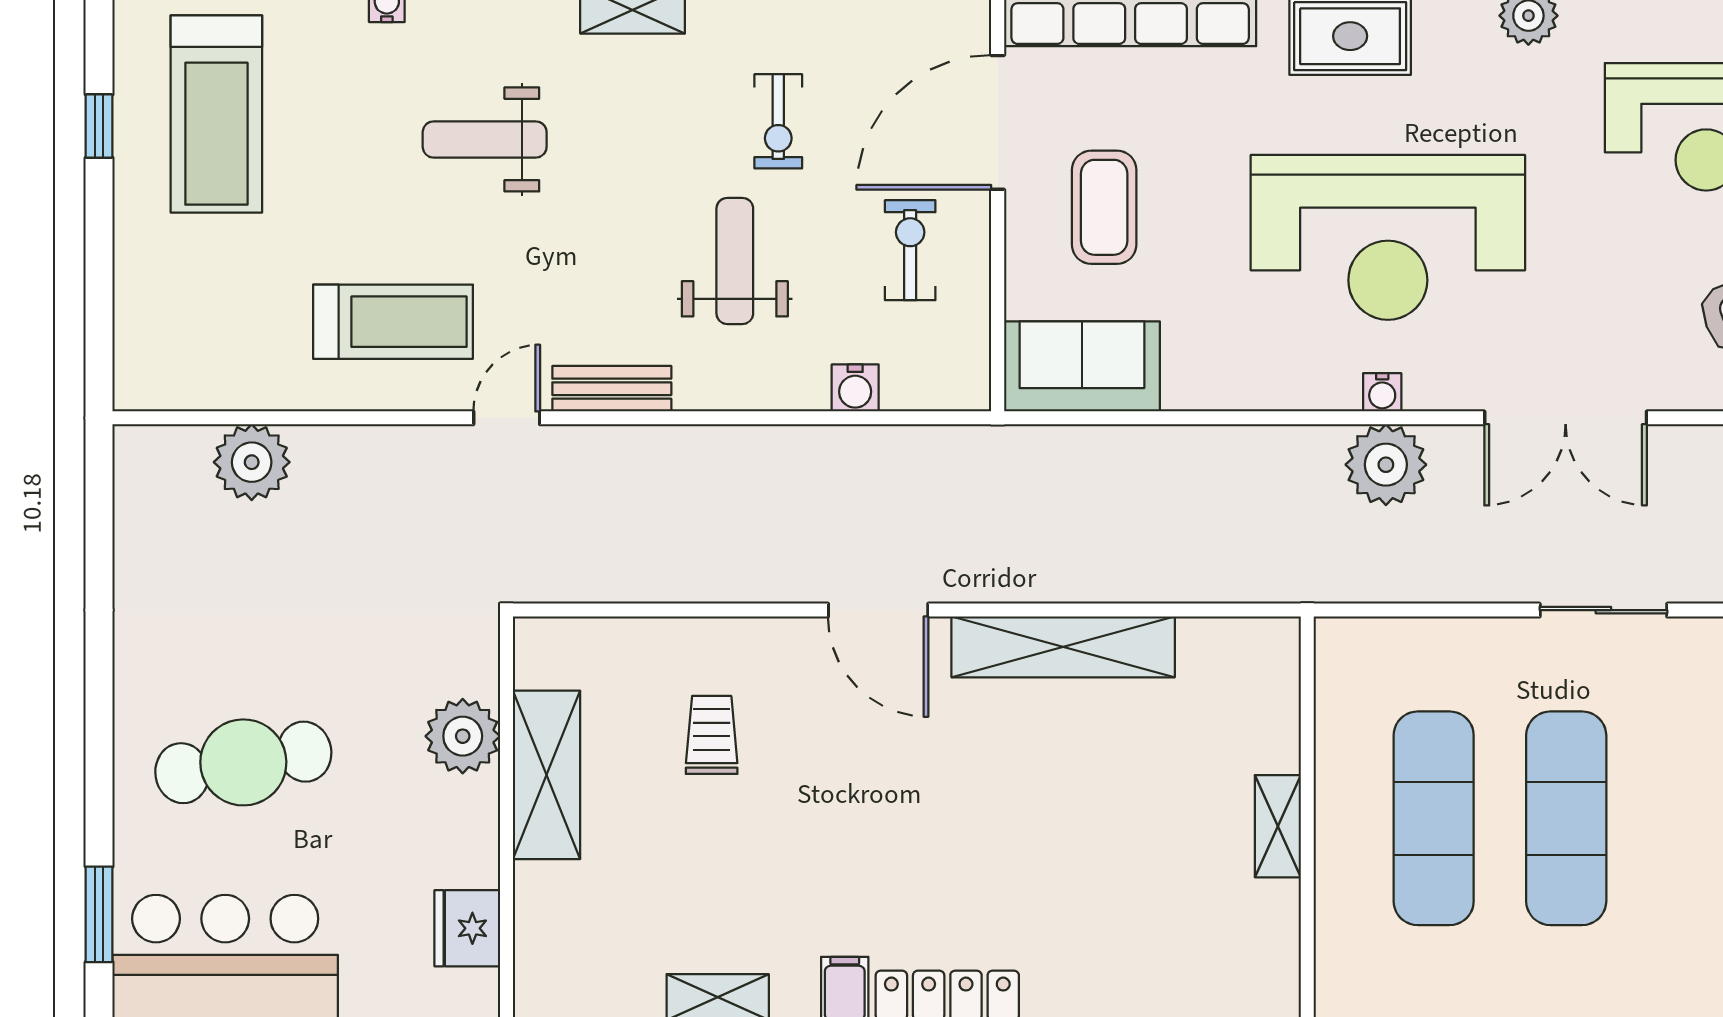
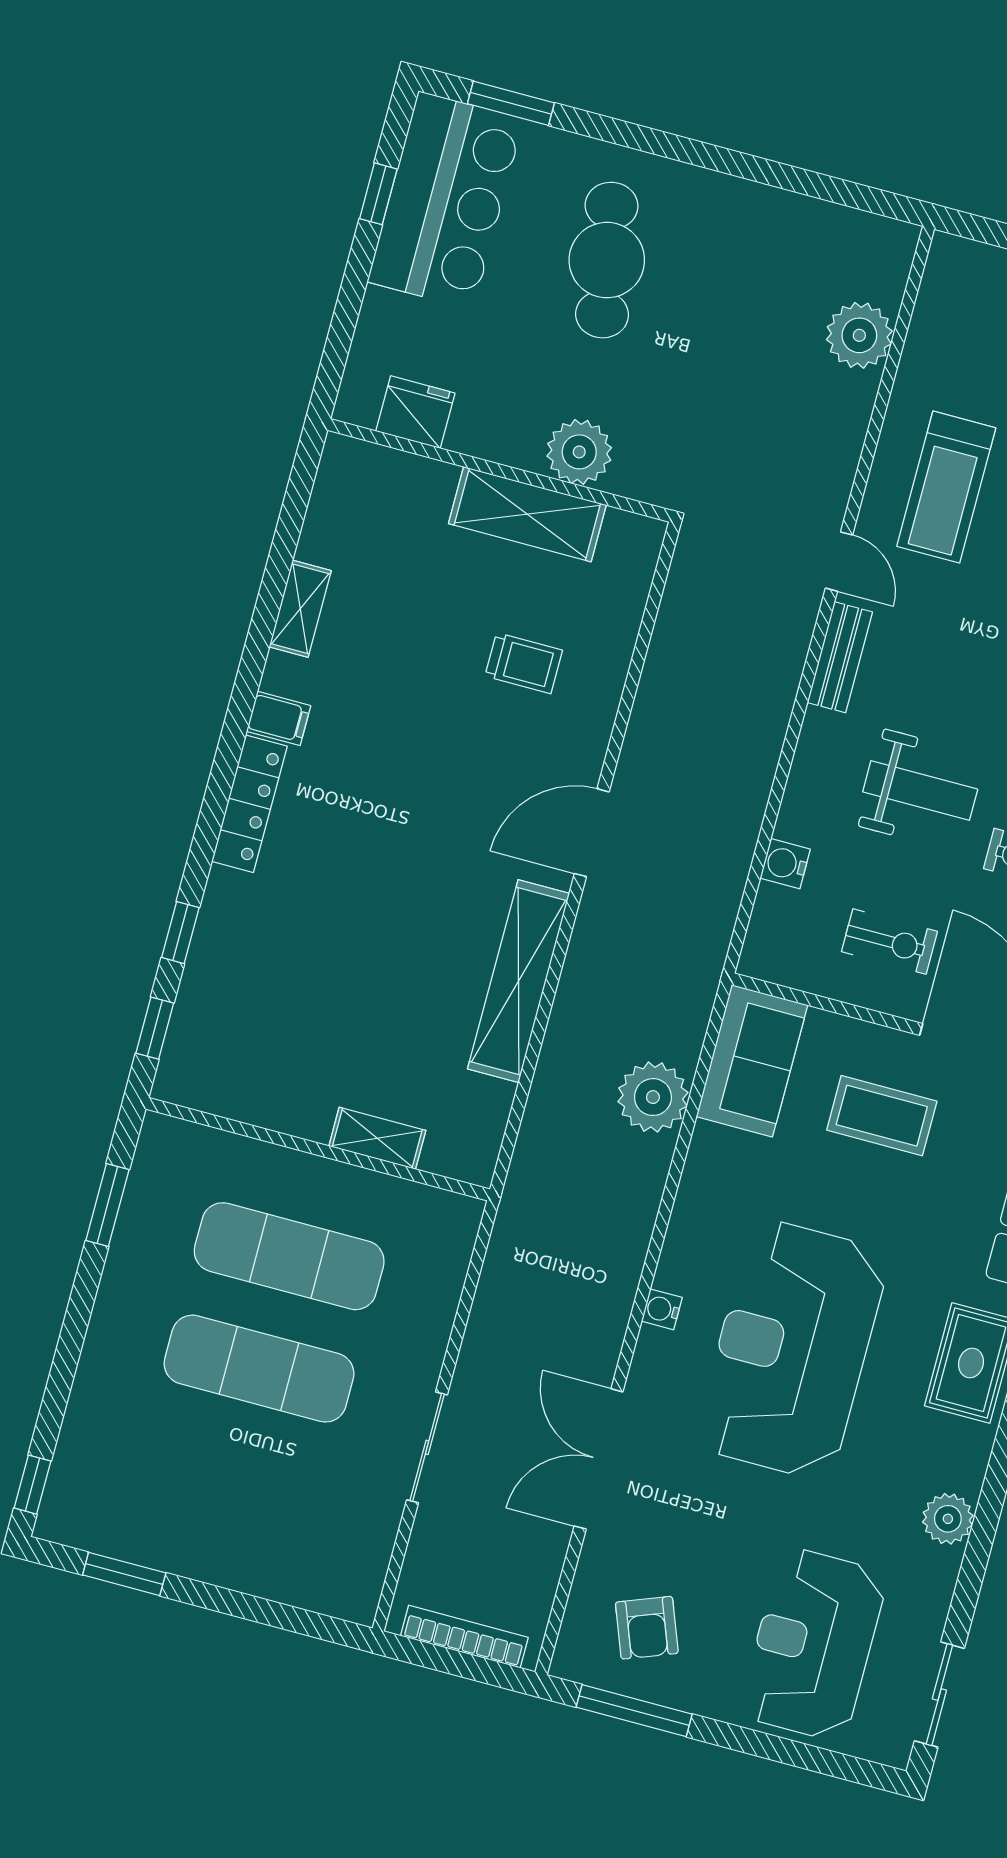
plant: (1386, 465) -> (653, 1097), moved
shelving: (1278, 826) -> (377, 1138), moved

